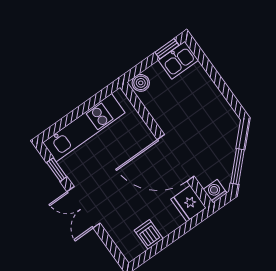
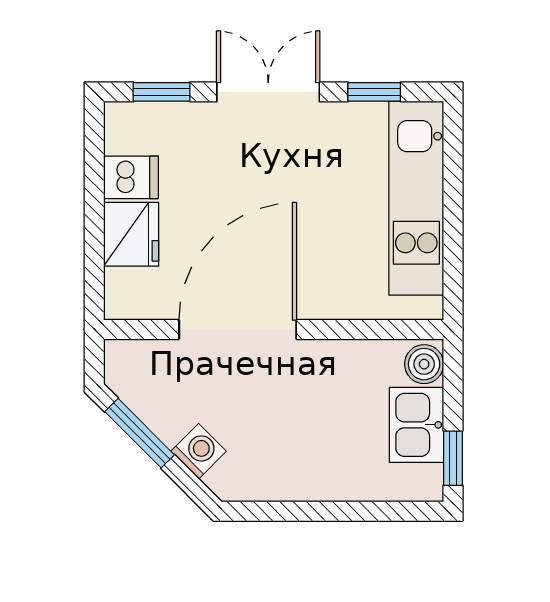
kitchen sink: (178, 60) -> (416, 425), moved
washing machine: (215, 191) -> (199, 451), moved, turned -45
fridge: (189, 204) -> (131, 234), moved, turned 90
window: (111, 245) -> (162, 92), added

